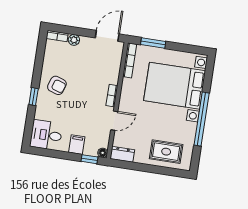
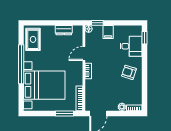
window: (34, 97) -> (145, 38), moved
desk: (46, 135) -> (131, 46), moved
rug: (166, 152) -> (33, 39), moved, turned 90
dresser: (122, 154) -> (64, 30), moved

